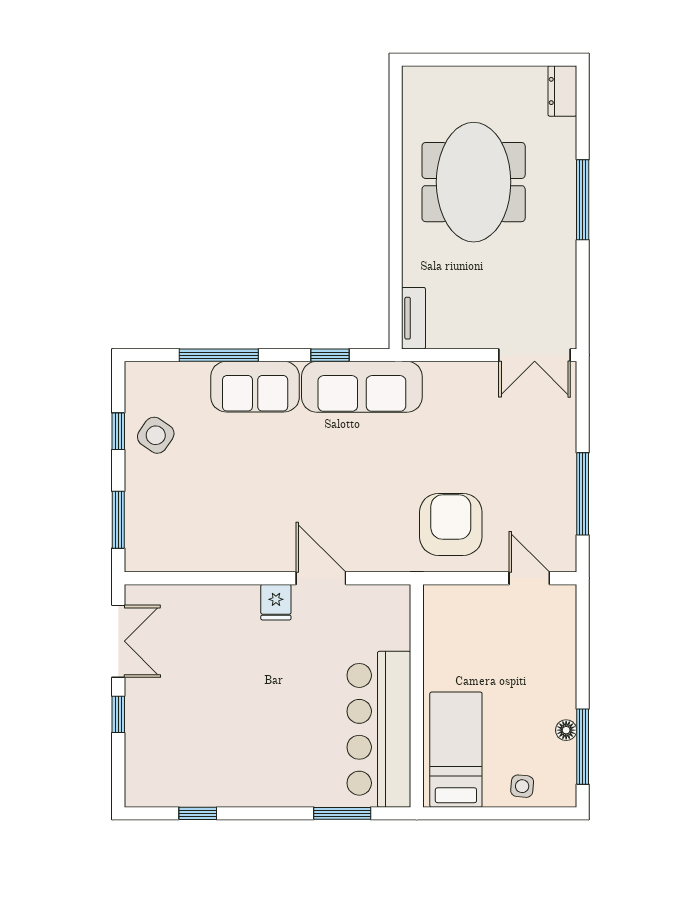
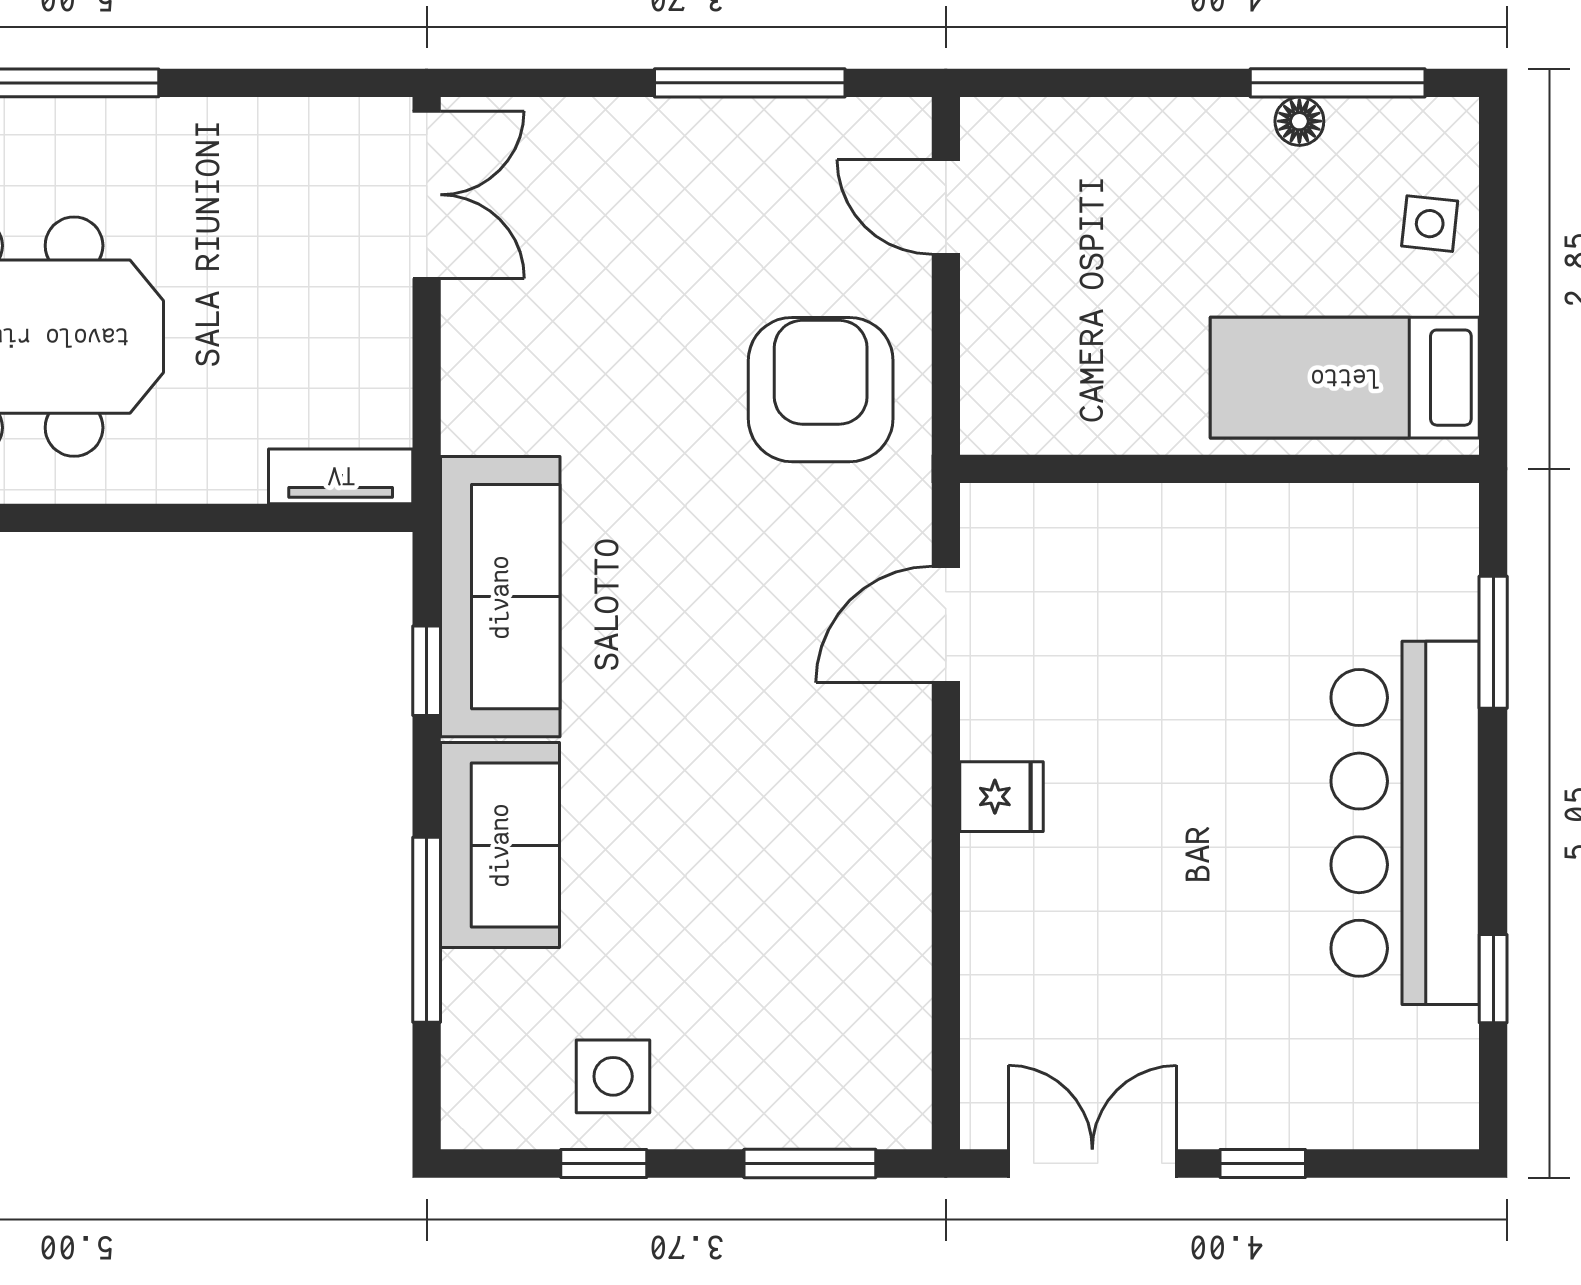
side table: (156, 435) -> (613, 1076), turned -34
armchair: (451, 524) -> (821, 390), turned 90
door: (321, 578) -> (946, 625), moved
door: (529, 578) -> (946, 207), hinge flipped
bar counter: (379, 729) -> (1405, 823), moved, turned 90

